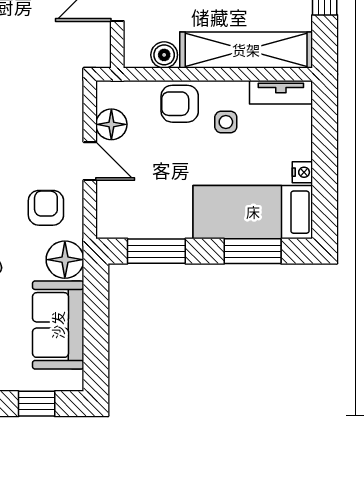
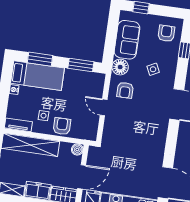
boiler: (164, 55) -> (77, 150), moved
armchair: (180, 104) -> (62, 126), turned -90
floor lamp: (111, 124) -> (92, 122), removed

